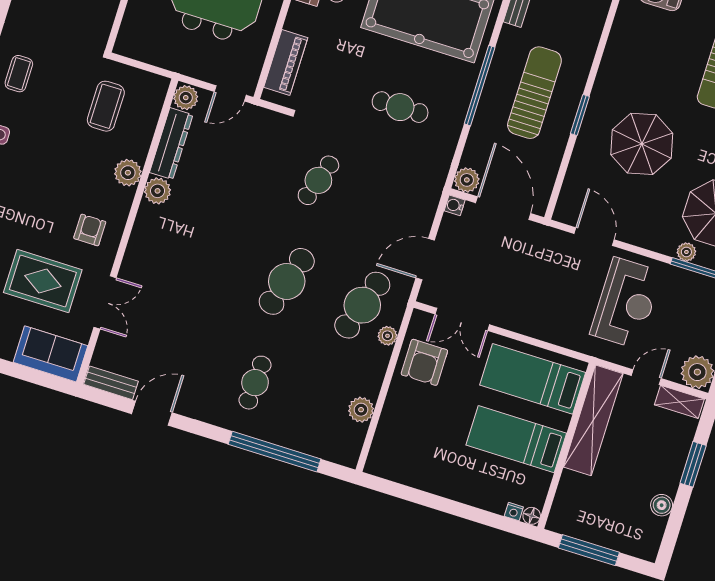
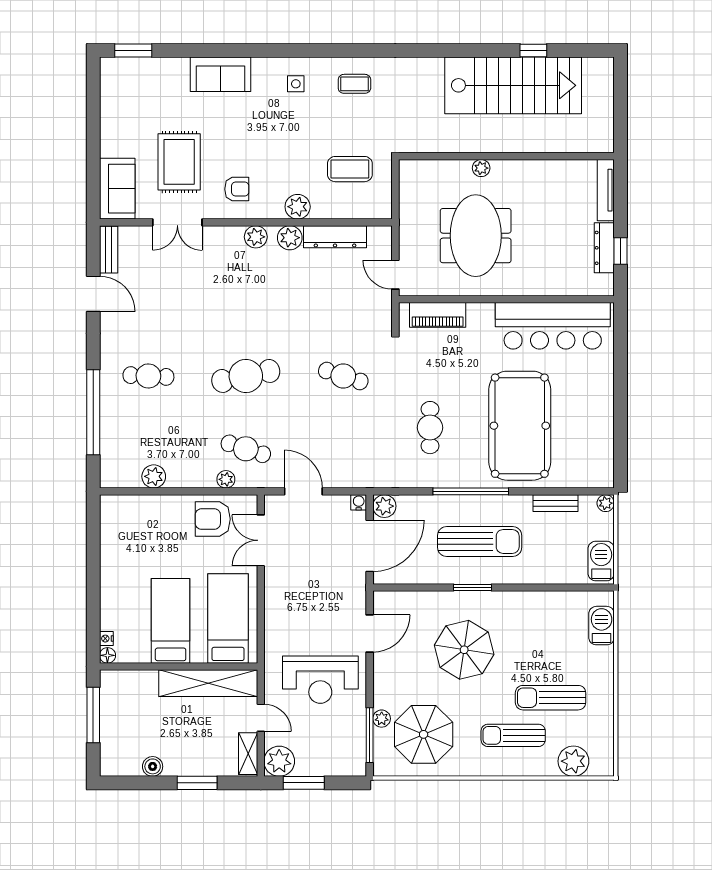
plant: (186, 98) -> (256, 237), moved
cafe table: (287, 281) -> (246, 376), turned -30
cafe table: (362, 305) -> (246, 449), width x0.73, depth x0.74

